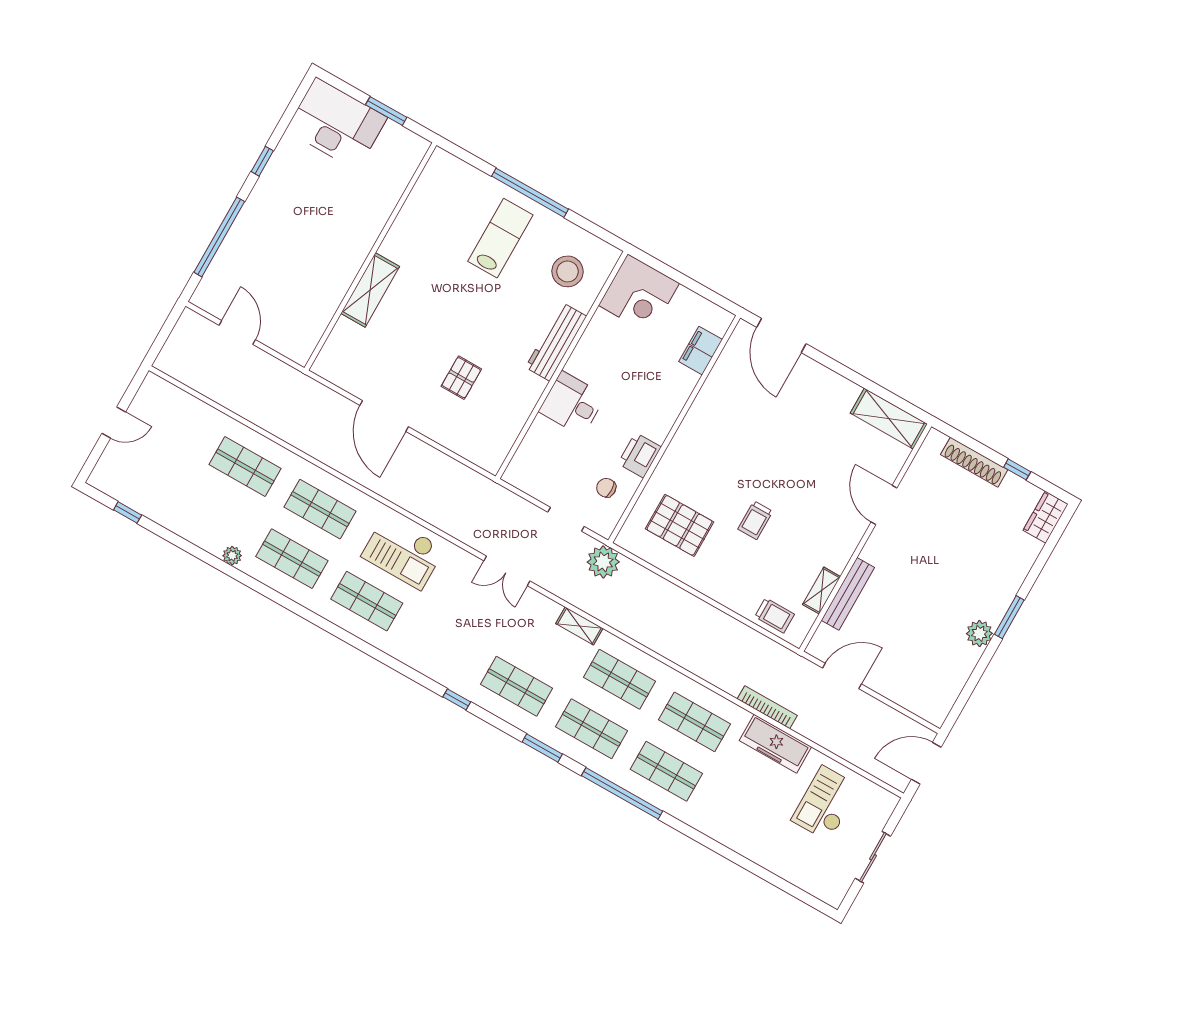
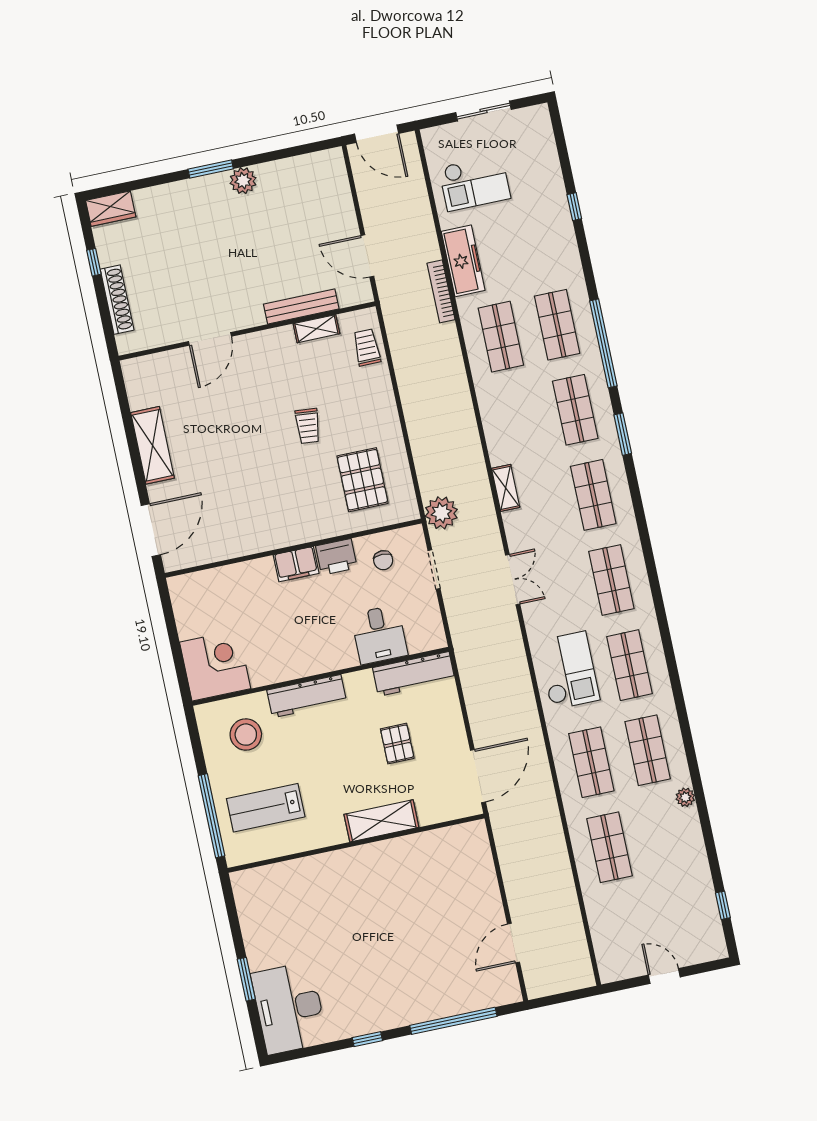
wall: (370, 256) -> (356, 843), moved
shelving: (370, 290) -> (381, 821), moved
filing cabinet: (701, 351) -> (296, 564), moved
pallet: (461, 378) -> (397, 744), turned 90
desk: (572, 404) -> (379, 635), moved
shelving: (889, 419) -> (153, 445), moved
workbench: (502, 436) -> (414, 674), added
trolley: (755, 520) -> (308, 426), turned 95
shop shelf: (620, 679) -> (611, 580), moved
window: (457, 699) -> (574, 207), moved

